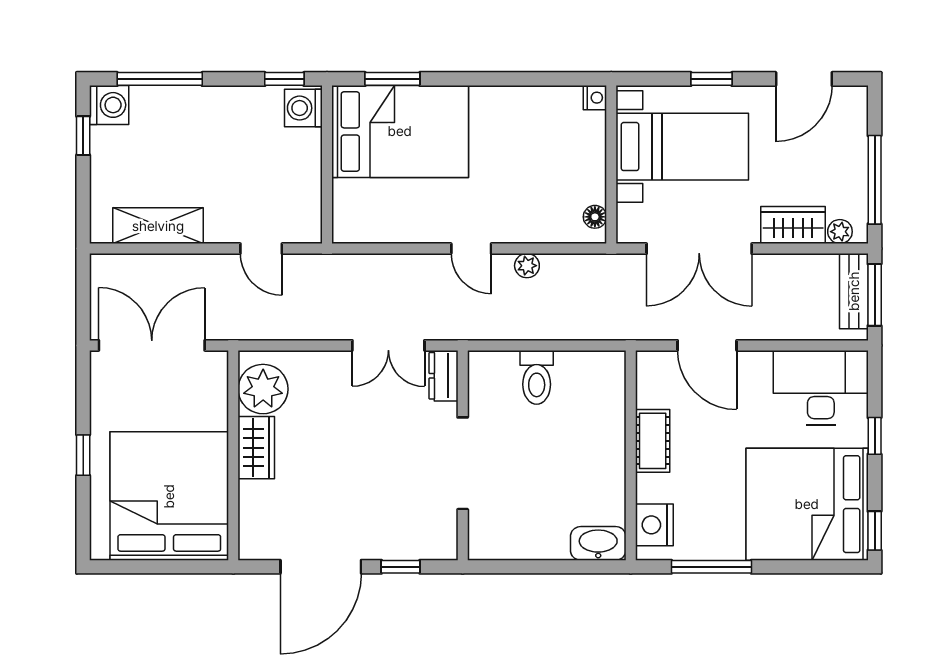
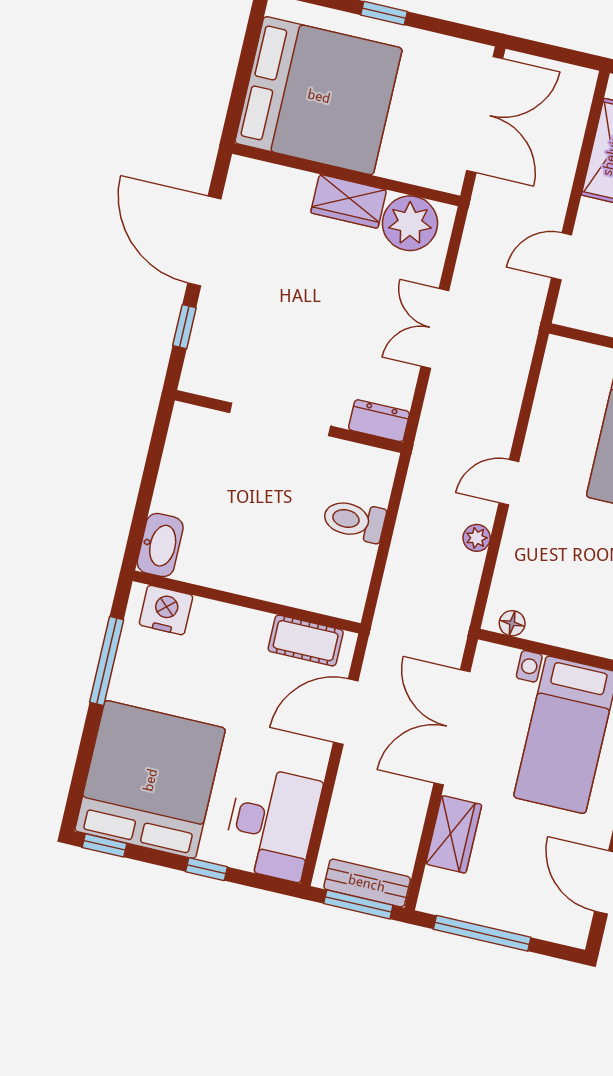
plant: (840, 232) -> (435, 883), removed
double door: (388, 345) -> (435, 328), moved
cot: (653, 441) -> (306, 641), moved

